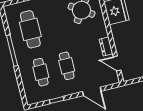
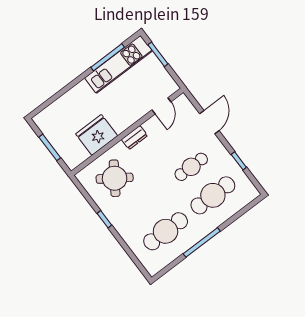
dresser: (106, 47) -> (134, 138), moved
cafe table: (41, 72) -> (213, 195), width x1.37, depth x1.35

